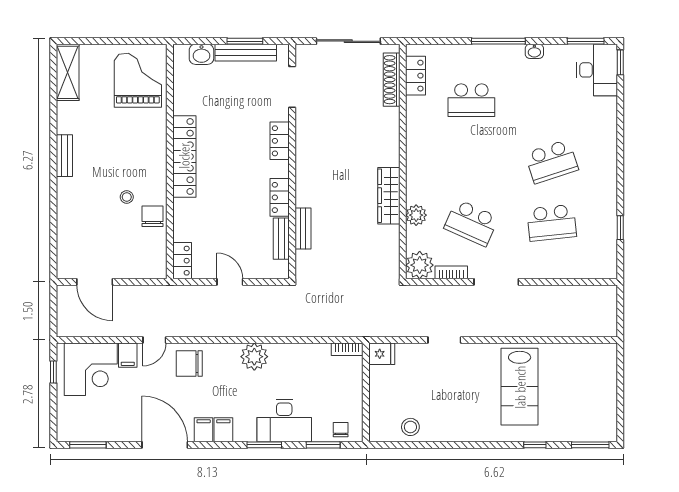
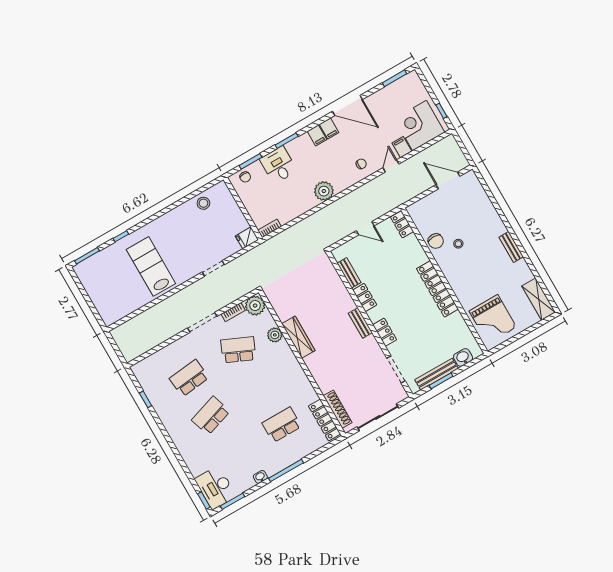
locker: (416, 76) -> (324, 420), width x1.53
bench: (303, 228) -> (360, 323), moved
chair: (189, 364) -> (361, 164), width x0.54, depth x0.54
desk: (284, 421) -> (278, 165), width x0.73

